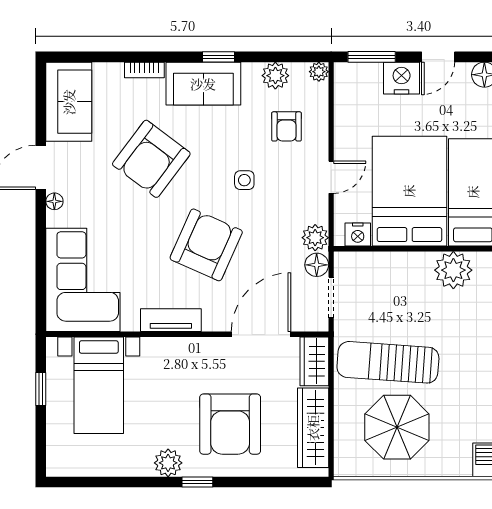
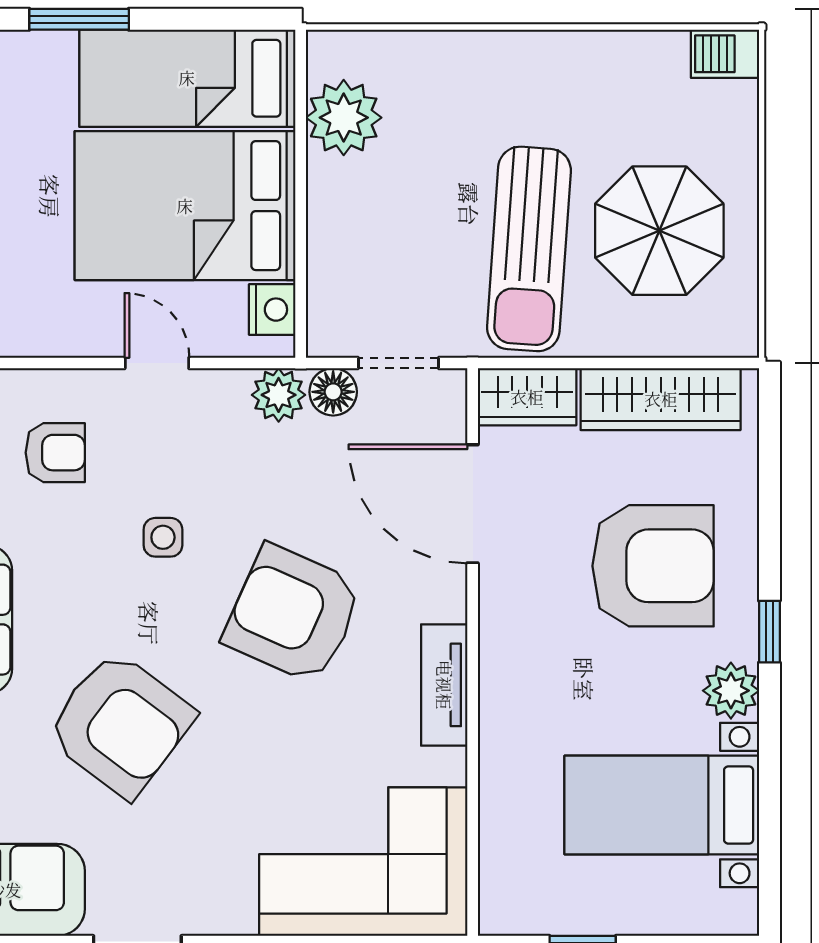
floor lamp: (54, 201) -> (206, 919), removed
bed with nightstands: (99, 385) -> (662, 805), moved, turned 180

